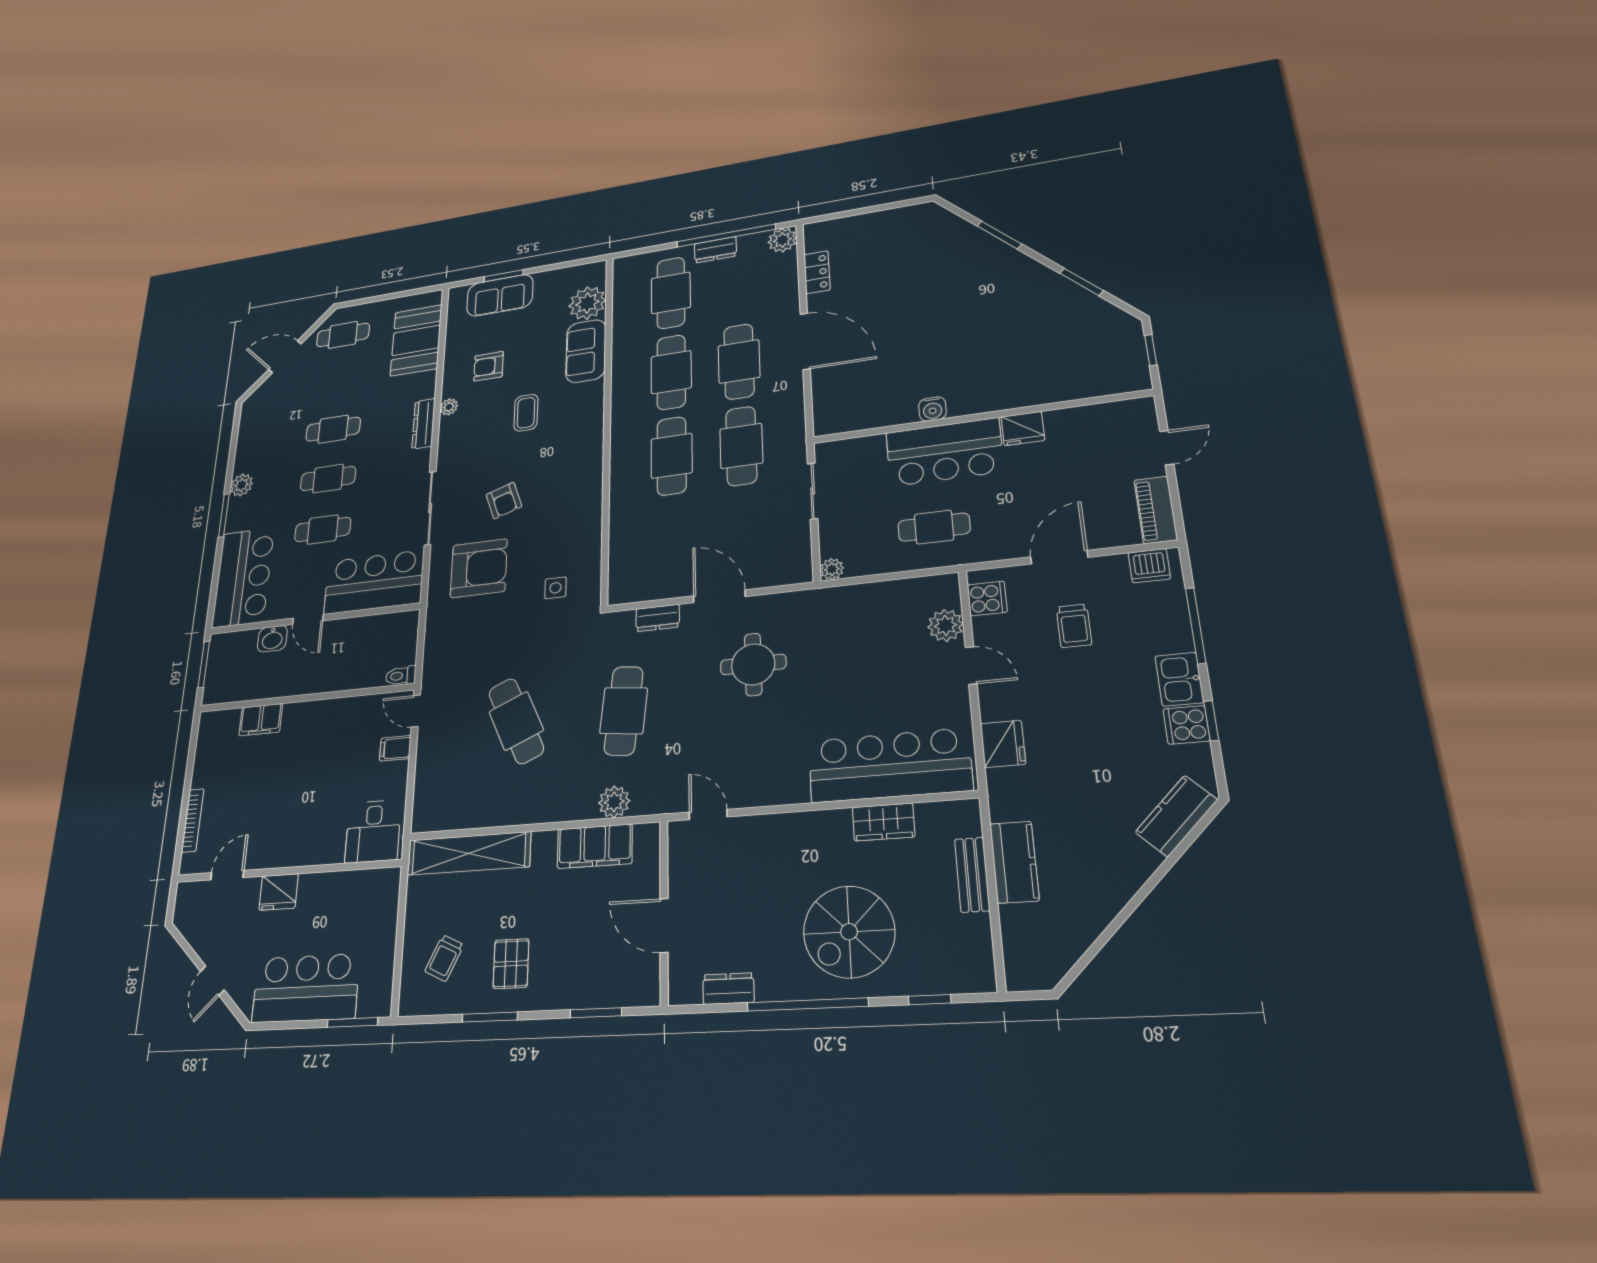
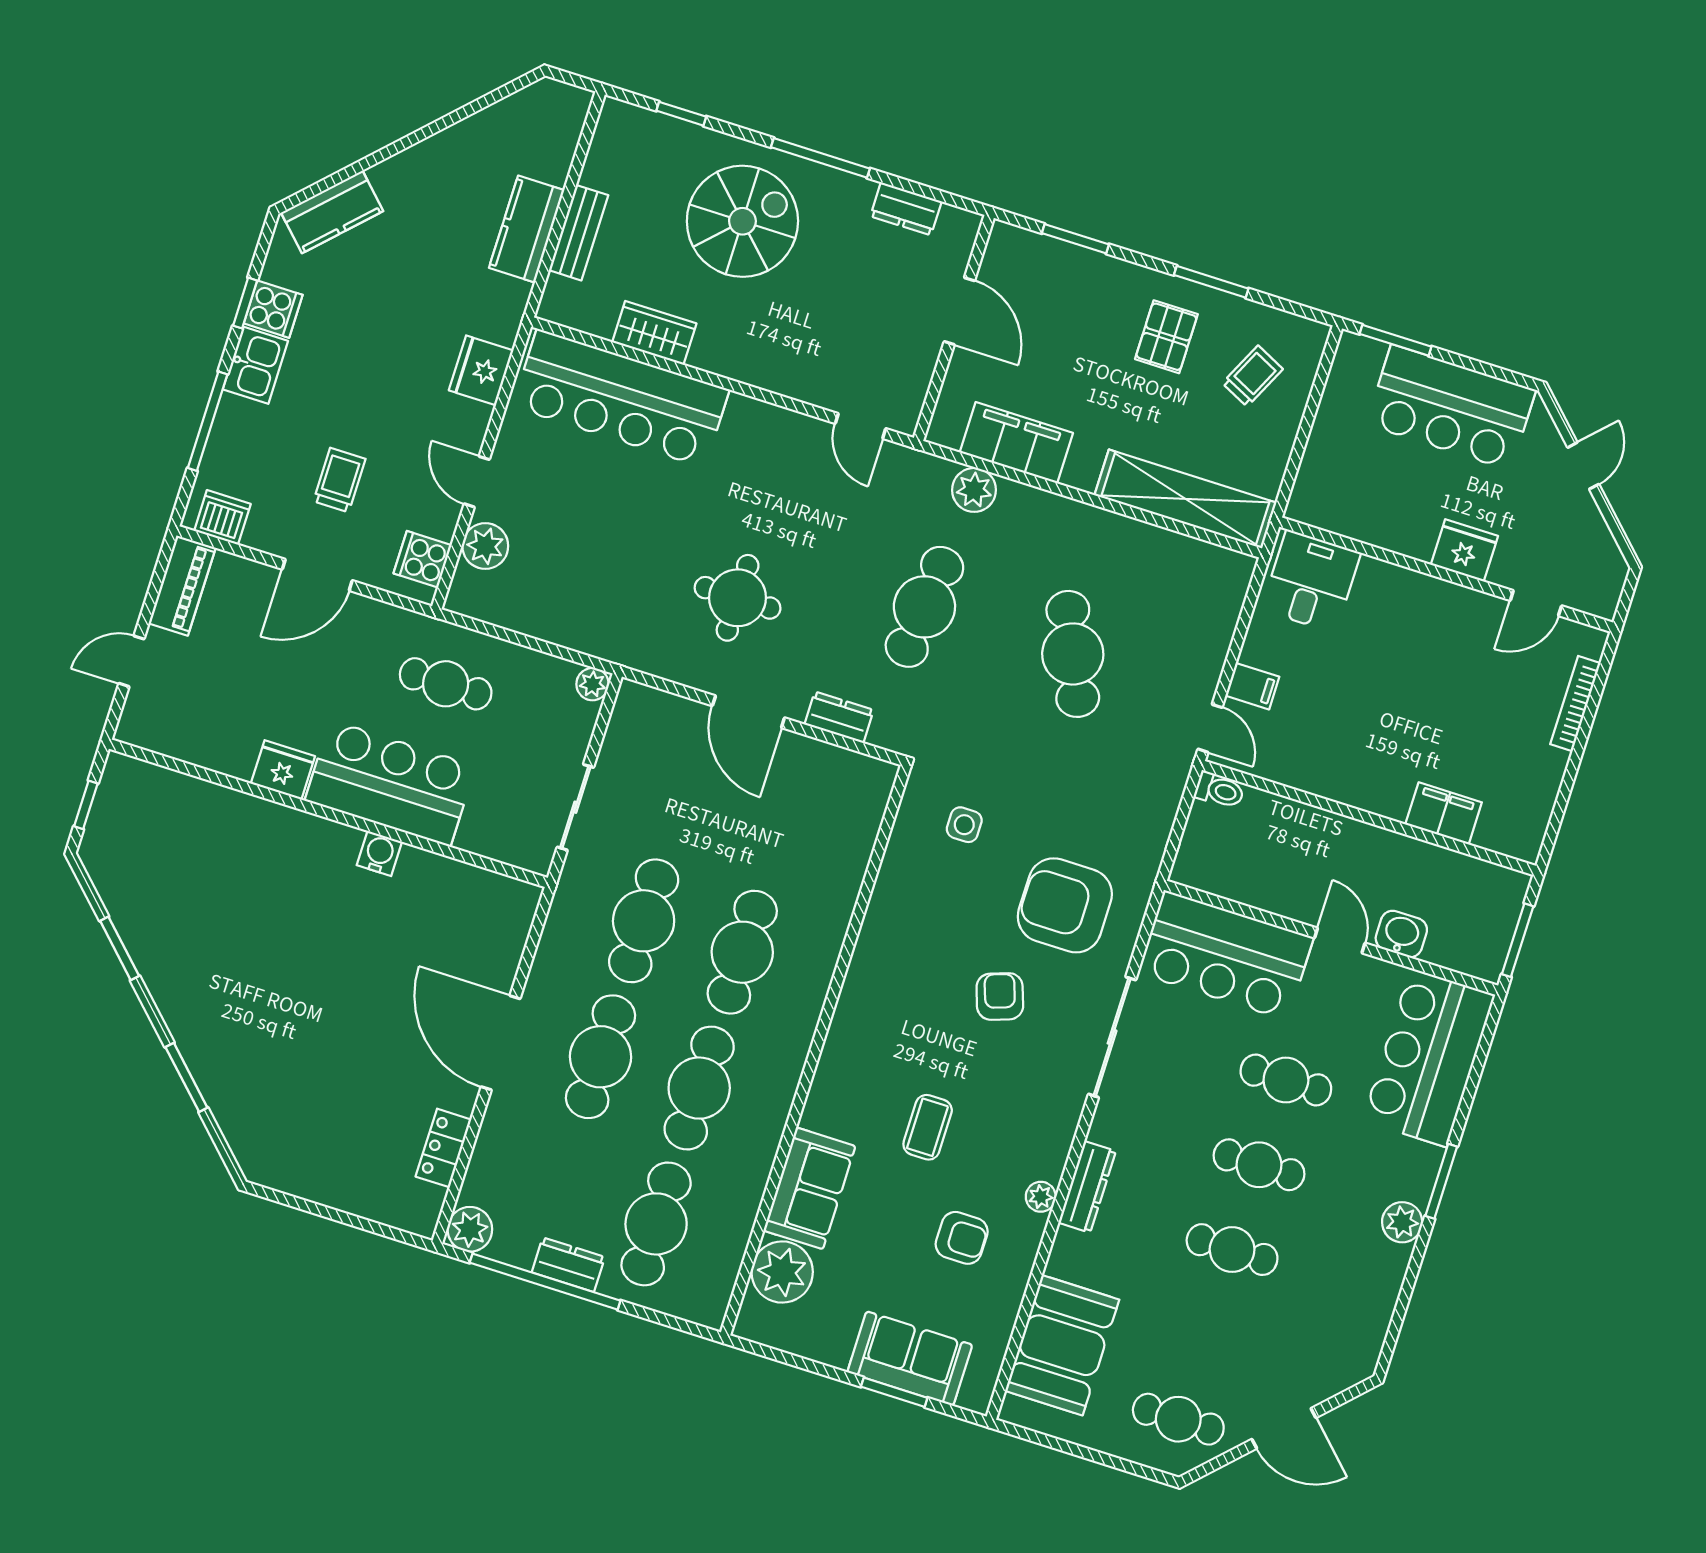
window: (807, 1004) -> (820, 158), width x0.68

